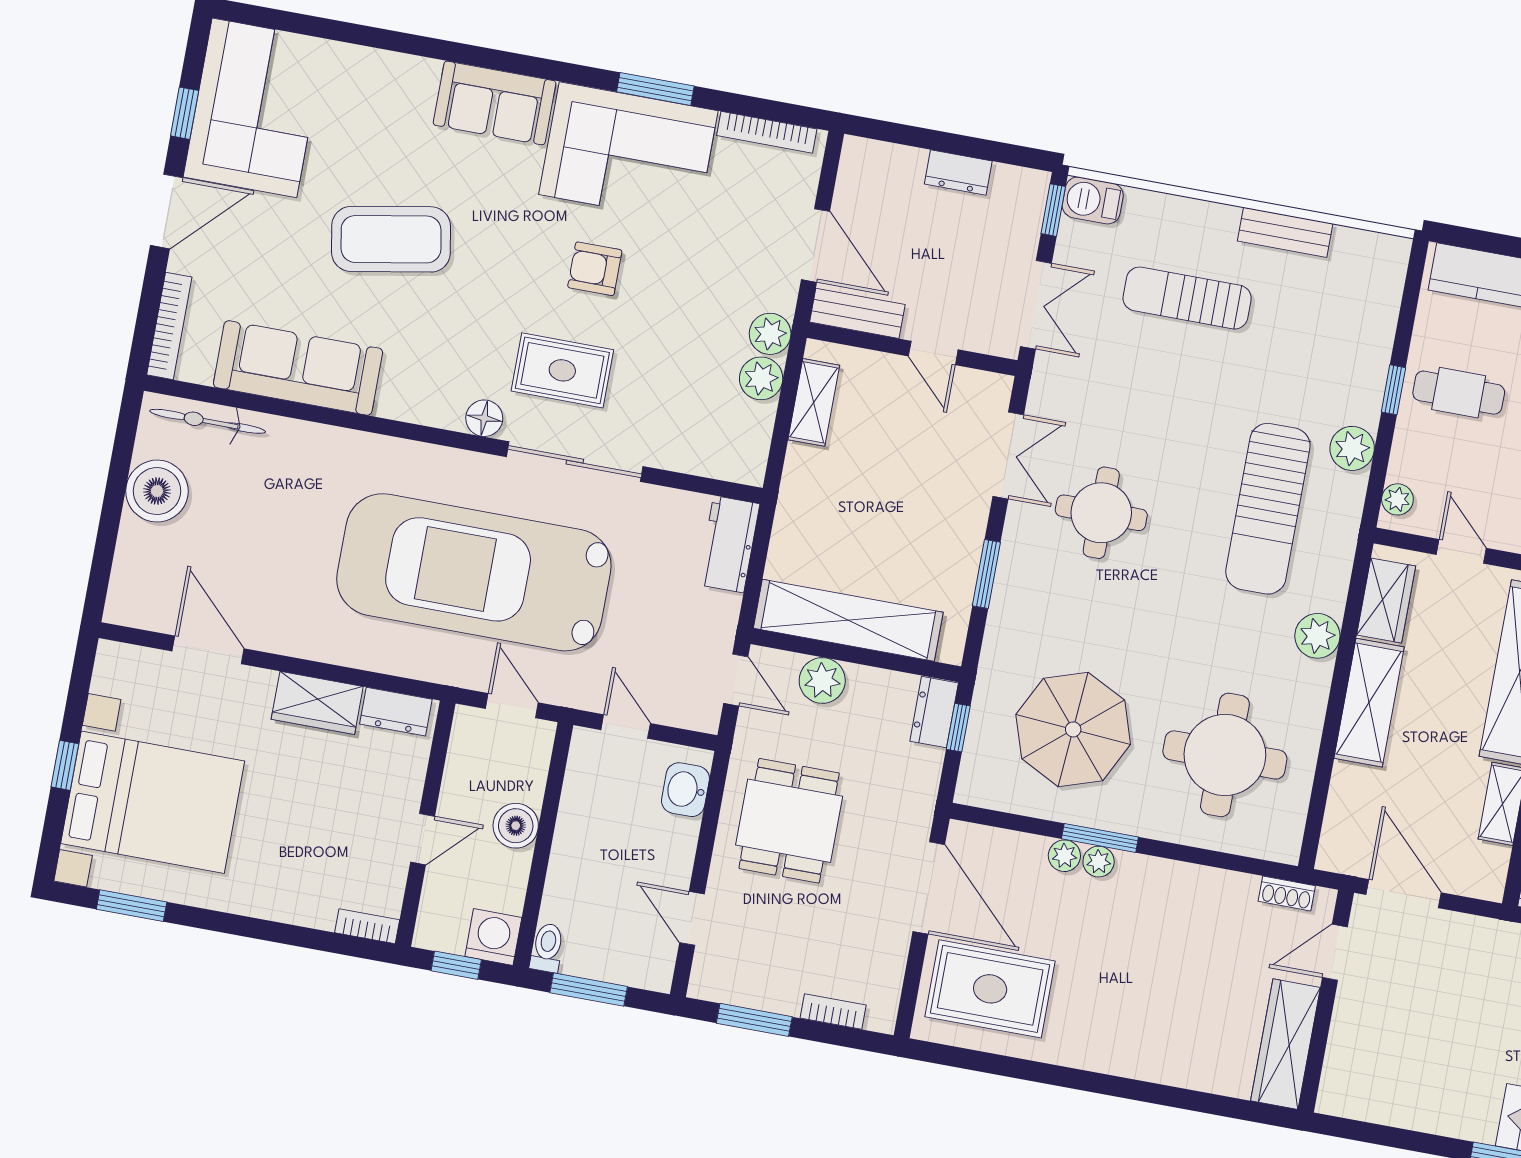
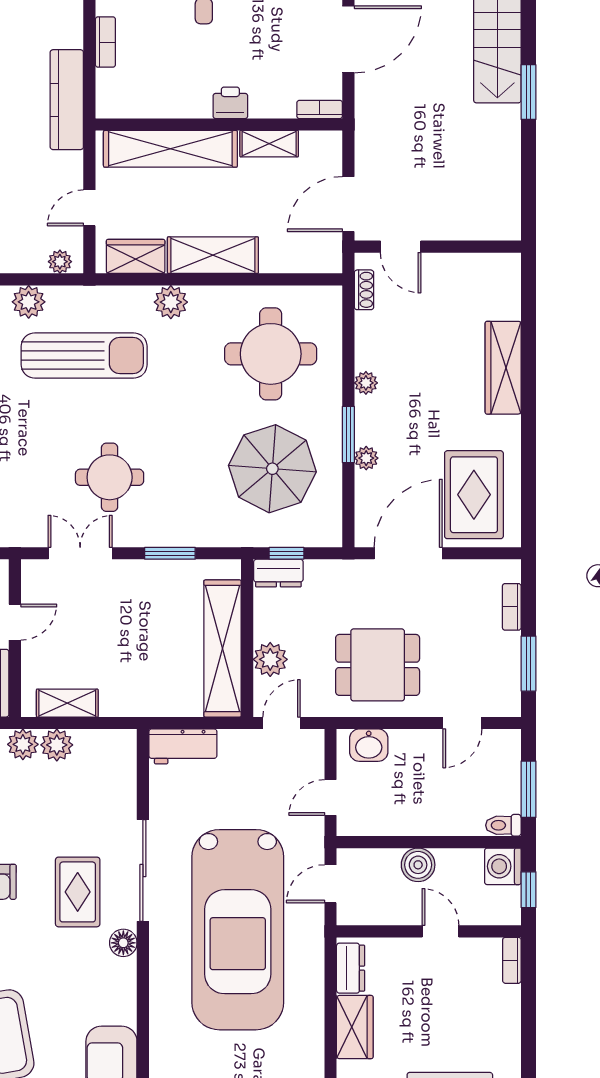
plant: (1099, 862) -> (366, 383), moved
wardrobe: (1285, 1044) -> (503, 368), moved, turned 90

